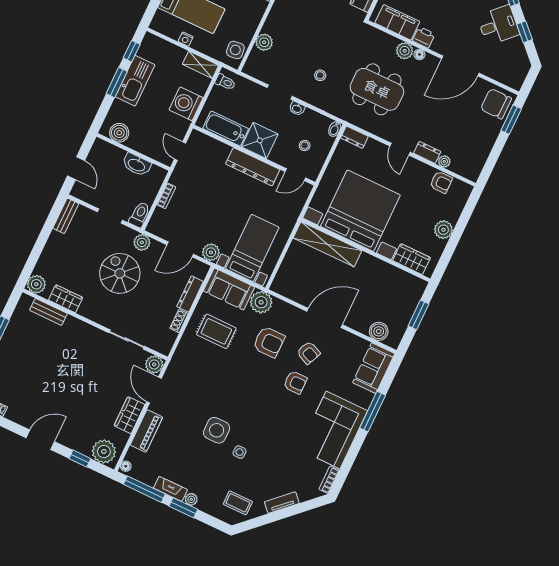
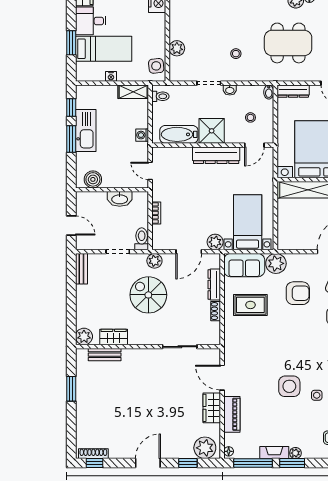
washing machine: (186, 104) -> (142, 135), width x0.53, depth x0.53
dresser: (354, 137) -> (293, 91), width x1.44
plant: (154, 364) -> (212, 357), removed

